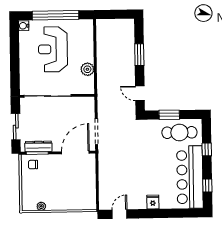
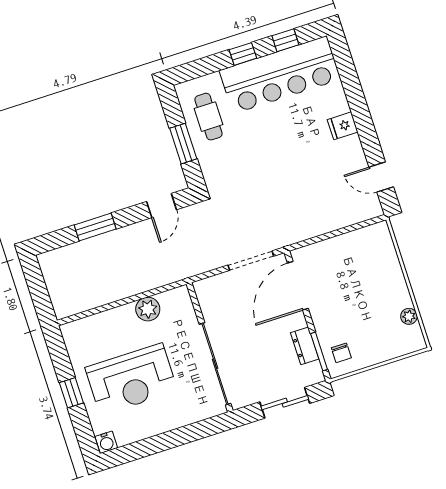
window: (55, 15) -> (71, 393), width x0.32
cafe table: (179, 133) -> (208, 117), width x0.73, depth x0.74
dresser: (38, 146) -> (305, 346), width x0.70
window: (207, 149) -> (243, 54), moved
door: (75, 152) -> (298, 286), hinge flipped

